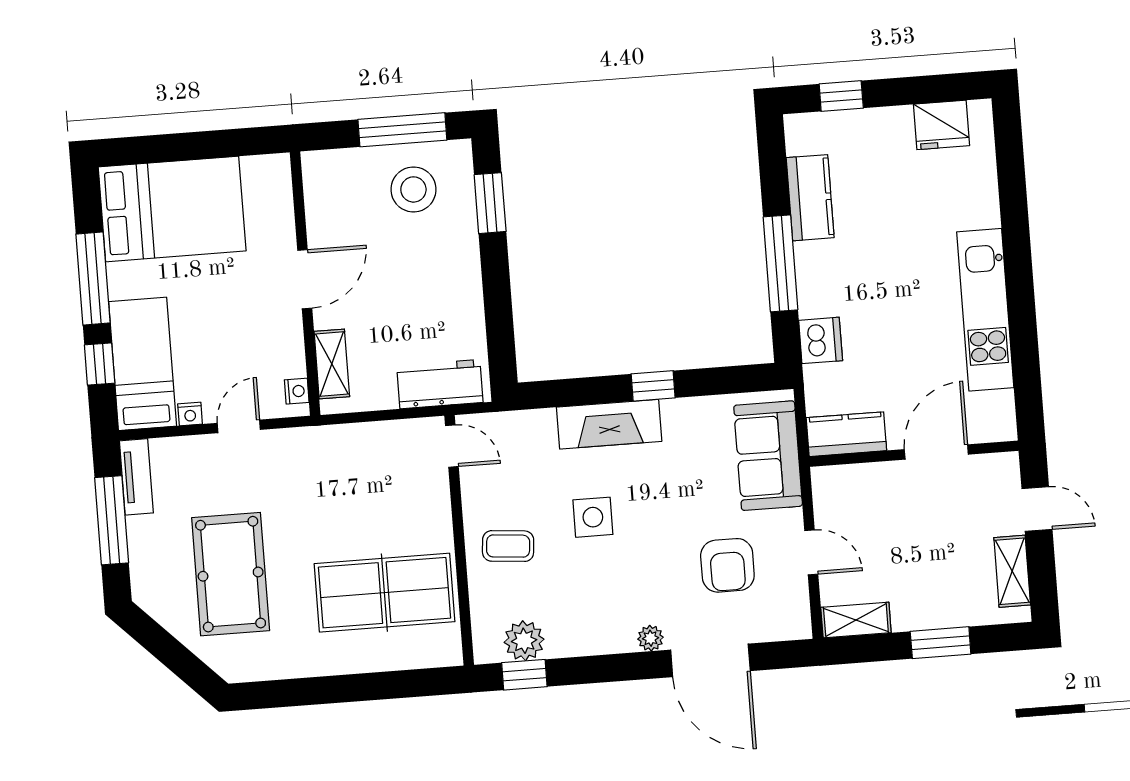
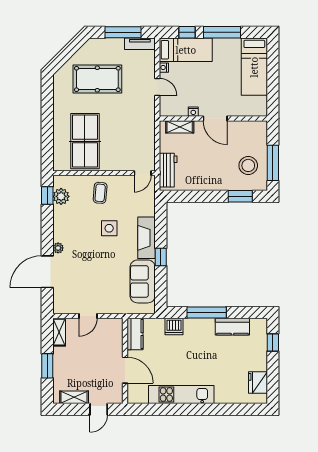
bed: (172, 209) -> (254, 67), width x0.67
nightstand: (297, 391) -> (193, 112), moved
sofa: (768, 456) -> (143, 281), moved, turned -90
armchair: (727, 565) -> (85, 282), removed

